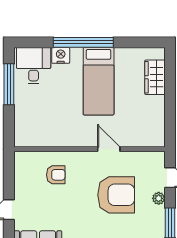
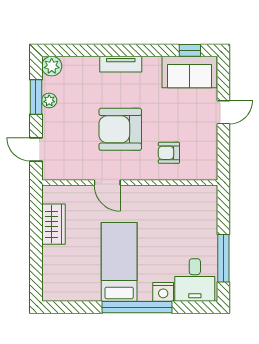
wardrobe: (155, 77) -> (53, 224), moved
armchair: (116, 195) -> (120, 129), moved
plant: (159, 198) -> (49, 100), moved

